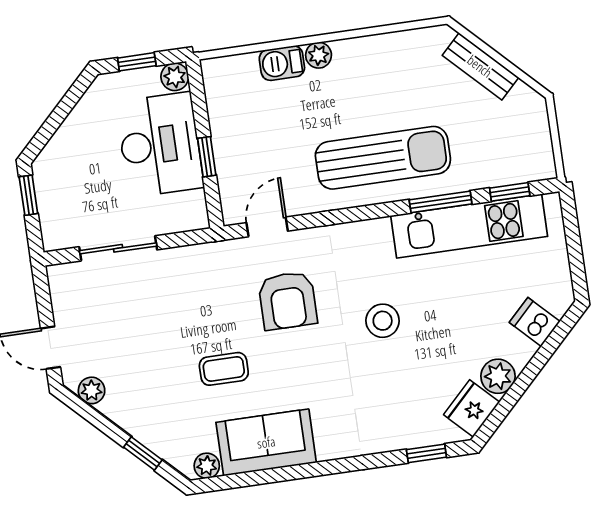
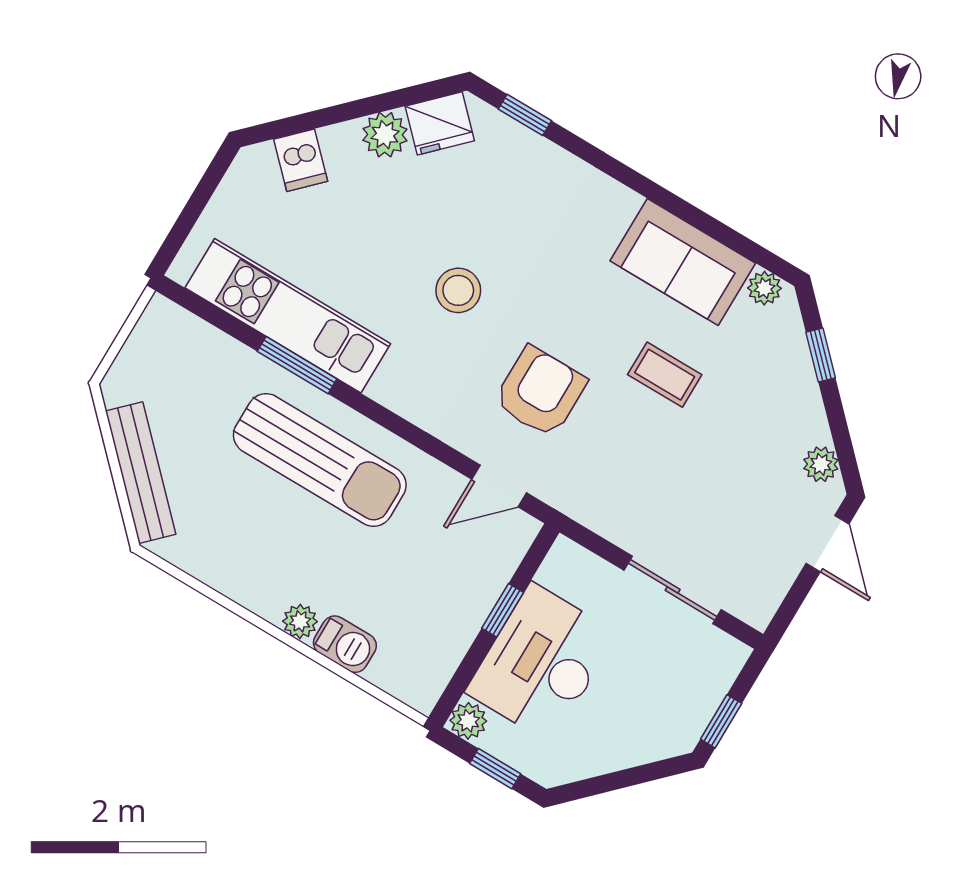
bench: (480, 66) -> (141, 473), width x1.36
sun lounger: (383, 158) -> (320, 460), turned 180
window: (510, 192) -> (217, 317), removed

